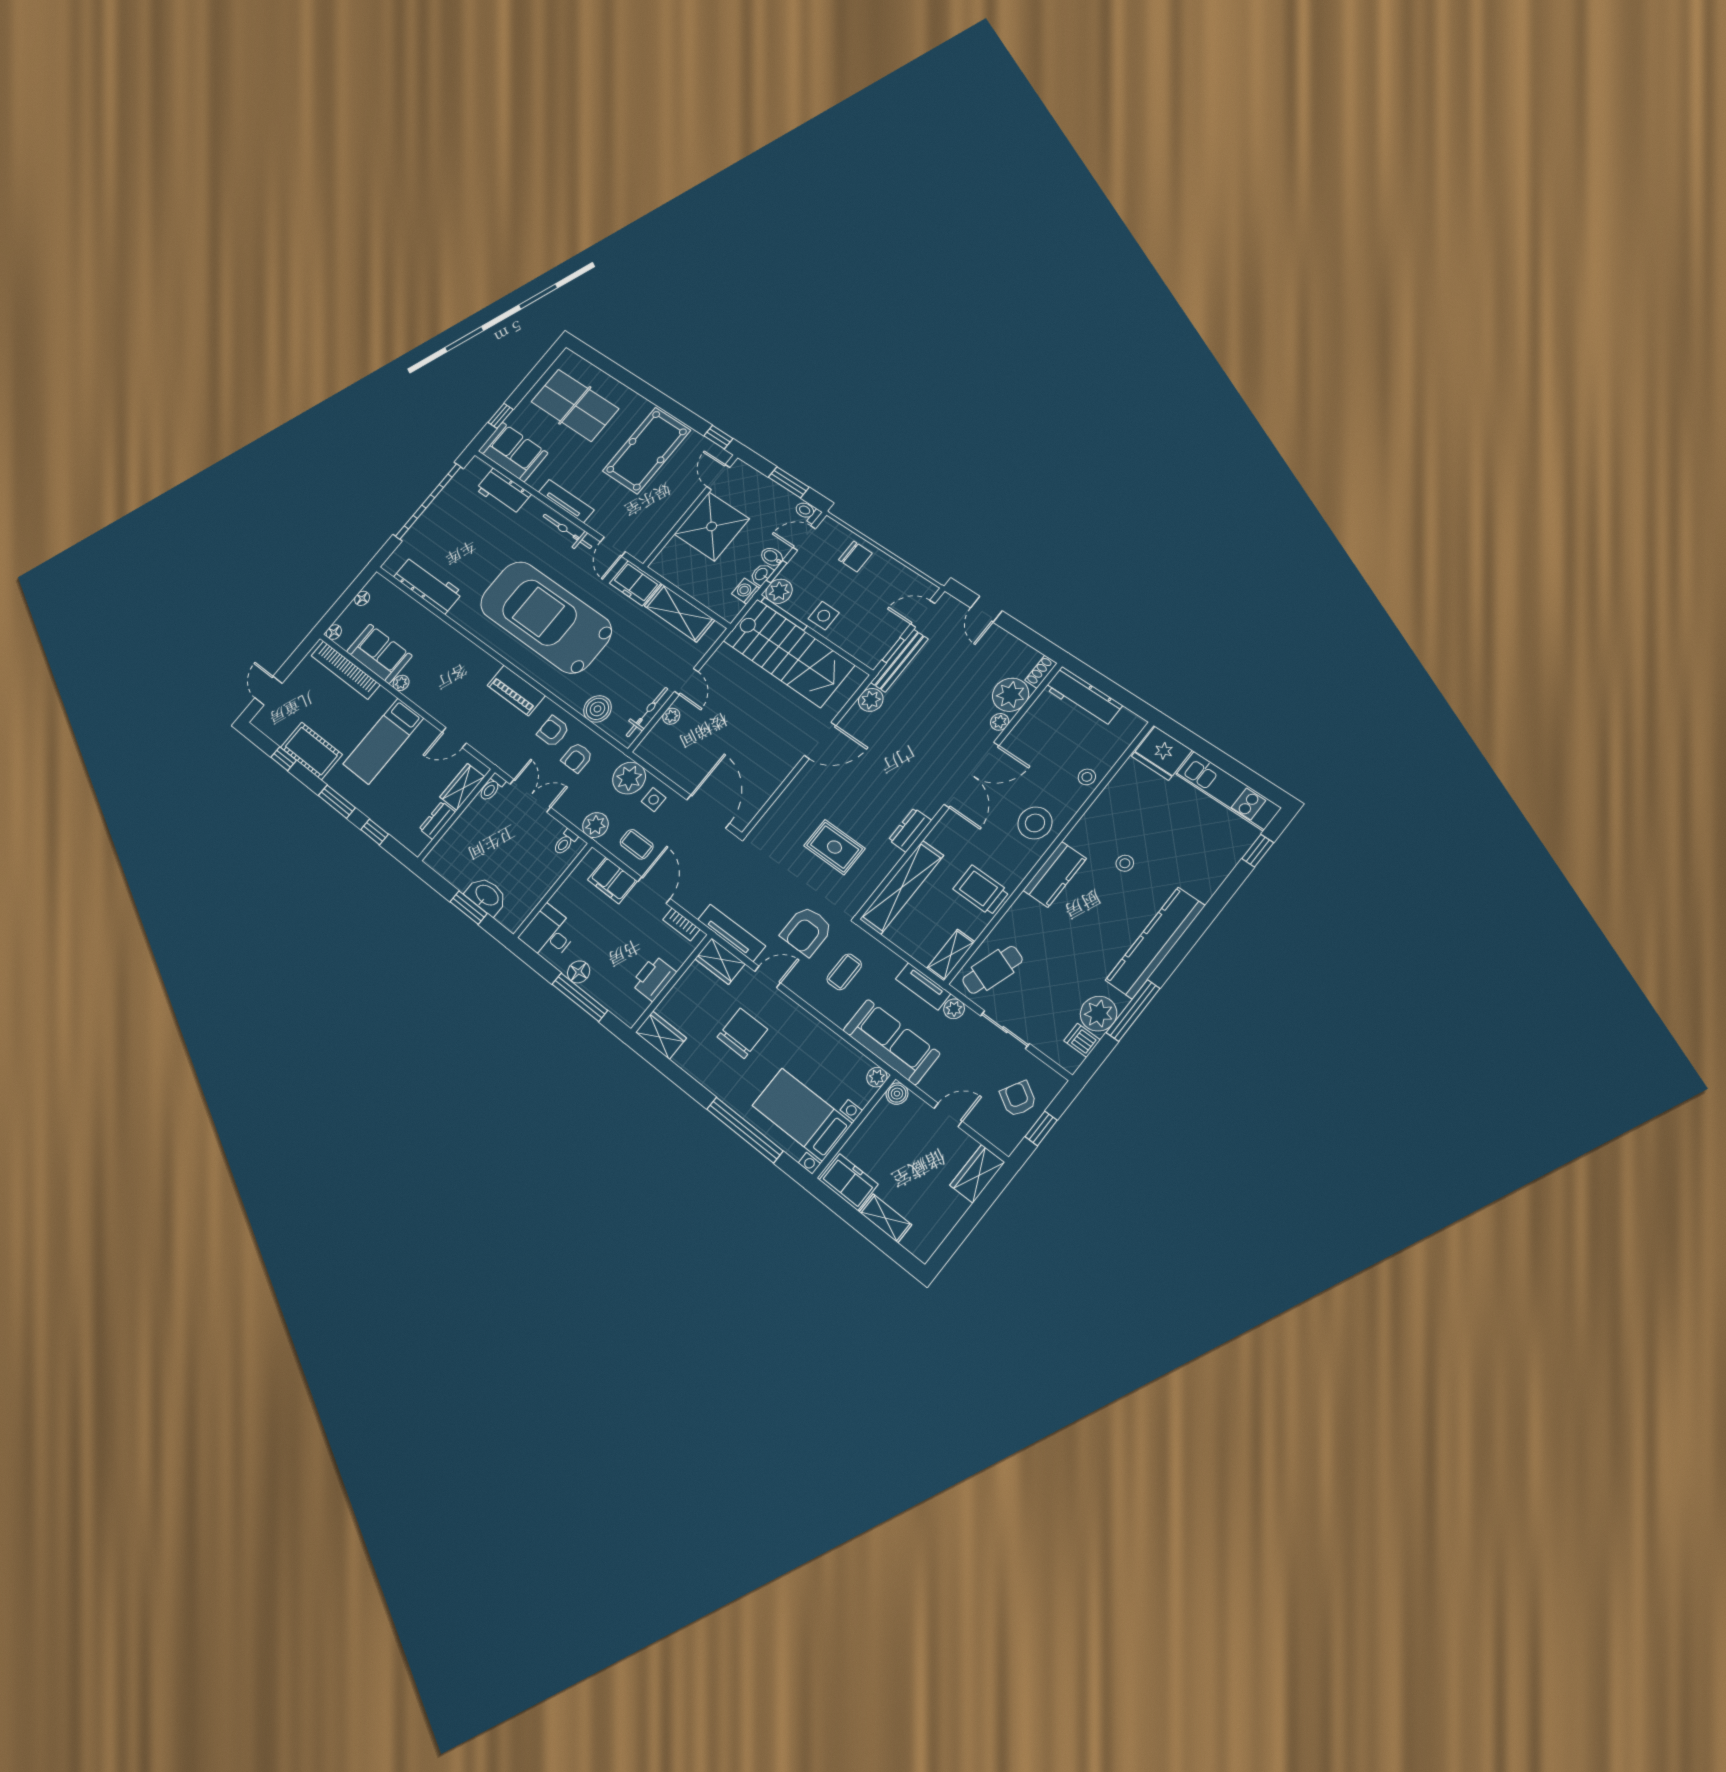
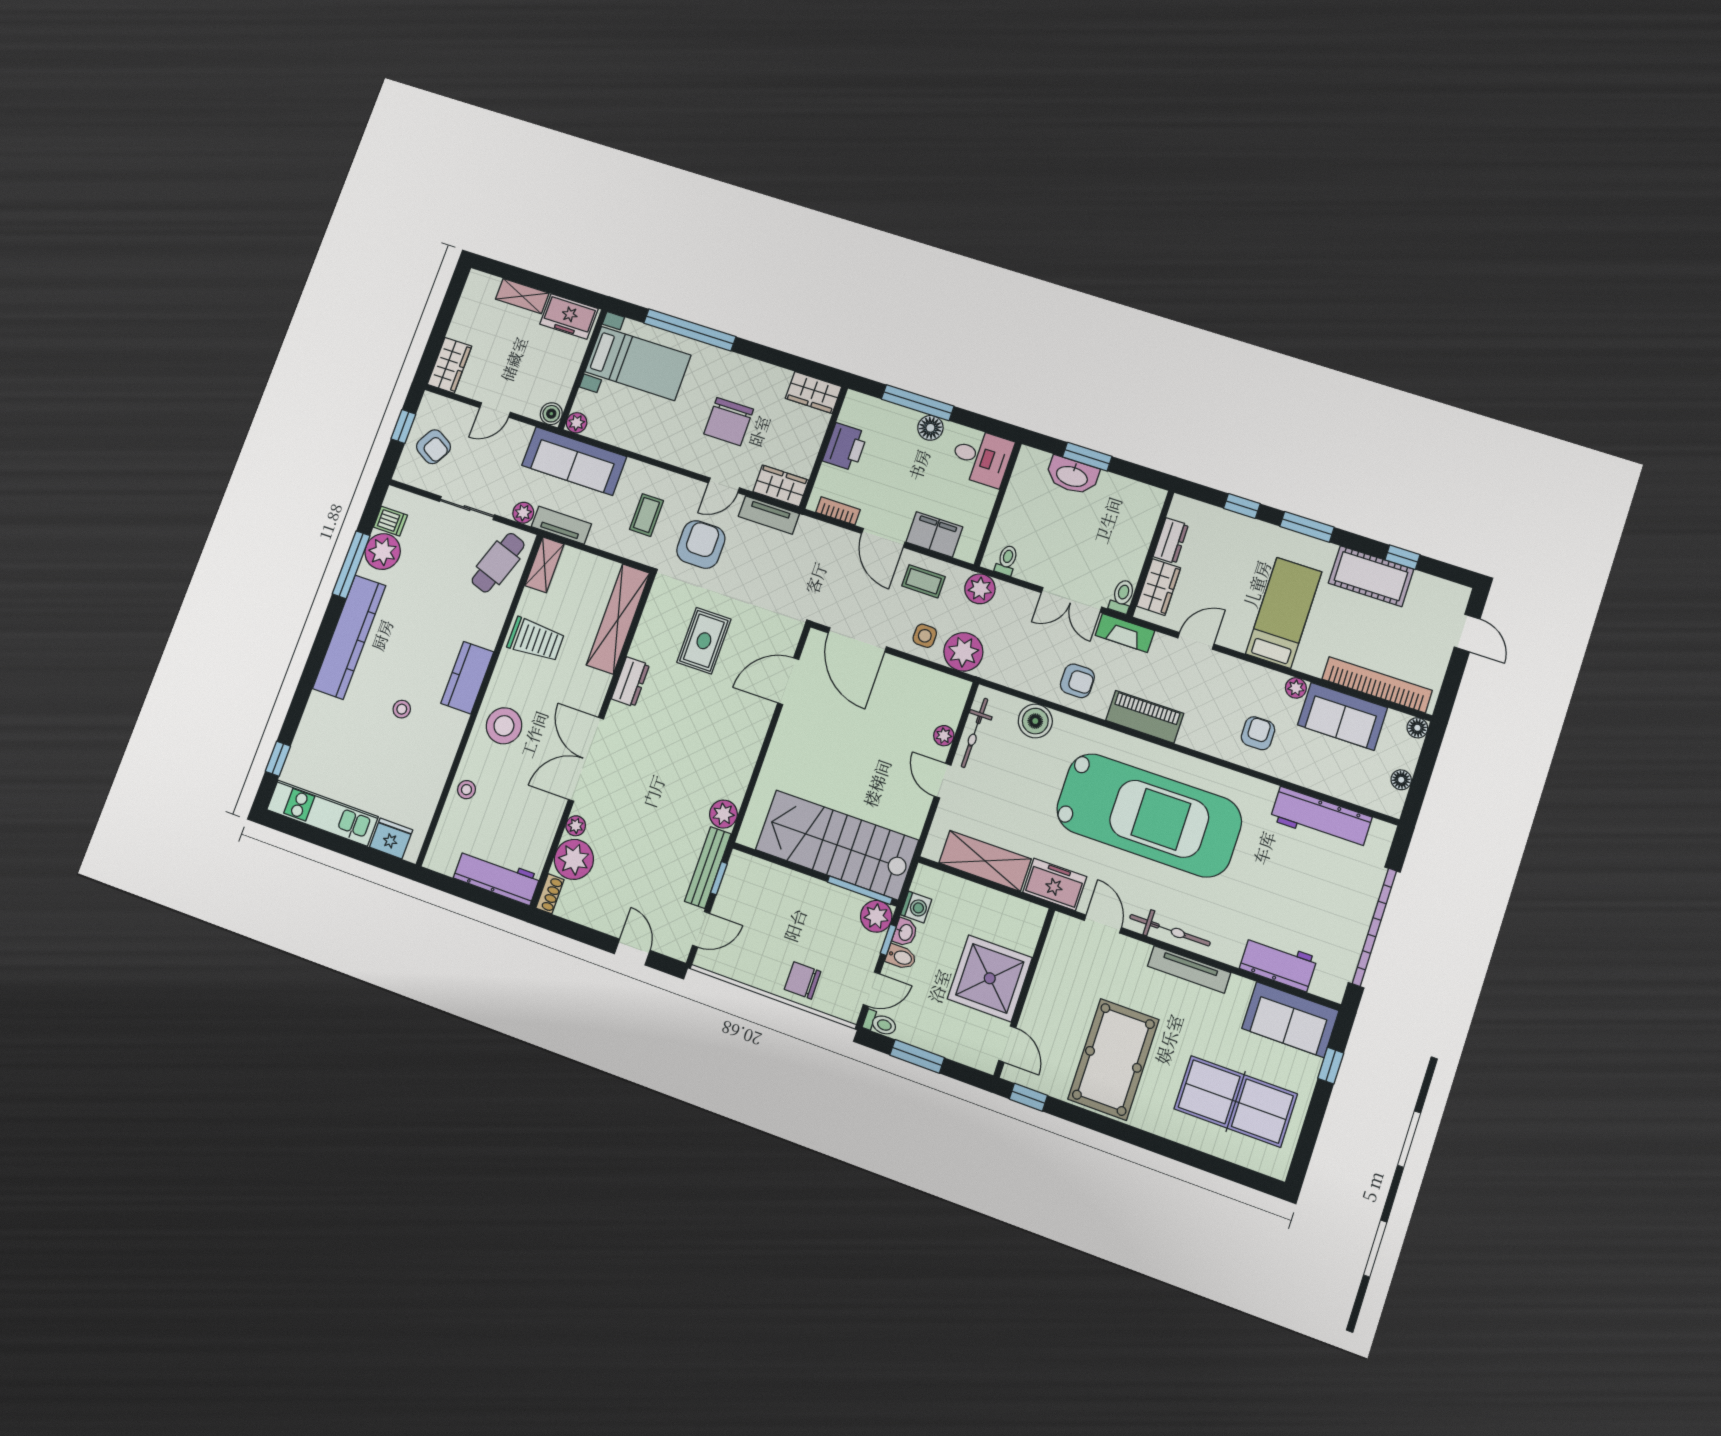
side table: (824, 616) -> (813, 899), removed
door: (820, 740) -> (788, 681), moved
fridge: (1162, 753) -> (391, 838), width x0.73, depth x0.75
fireplace: (502, 758) -> (1125, 633), added
armchair: (577, 758) -> (1258, 733), moved
rug: (834, 847) -> (704, 641), turned 90
tv unit: (731, 933) -> (769, 515), width x0.71

